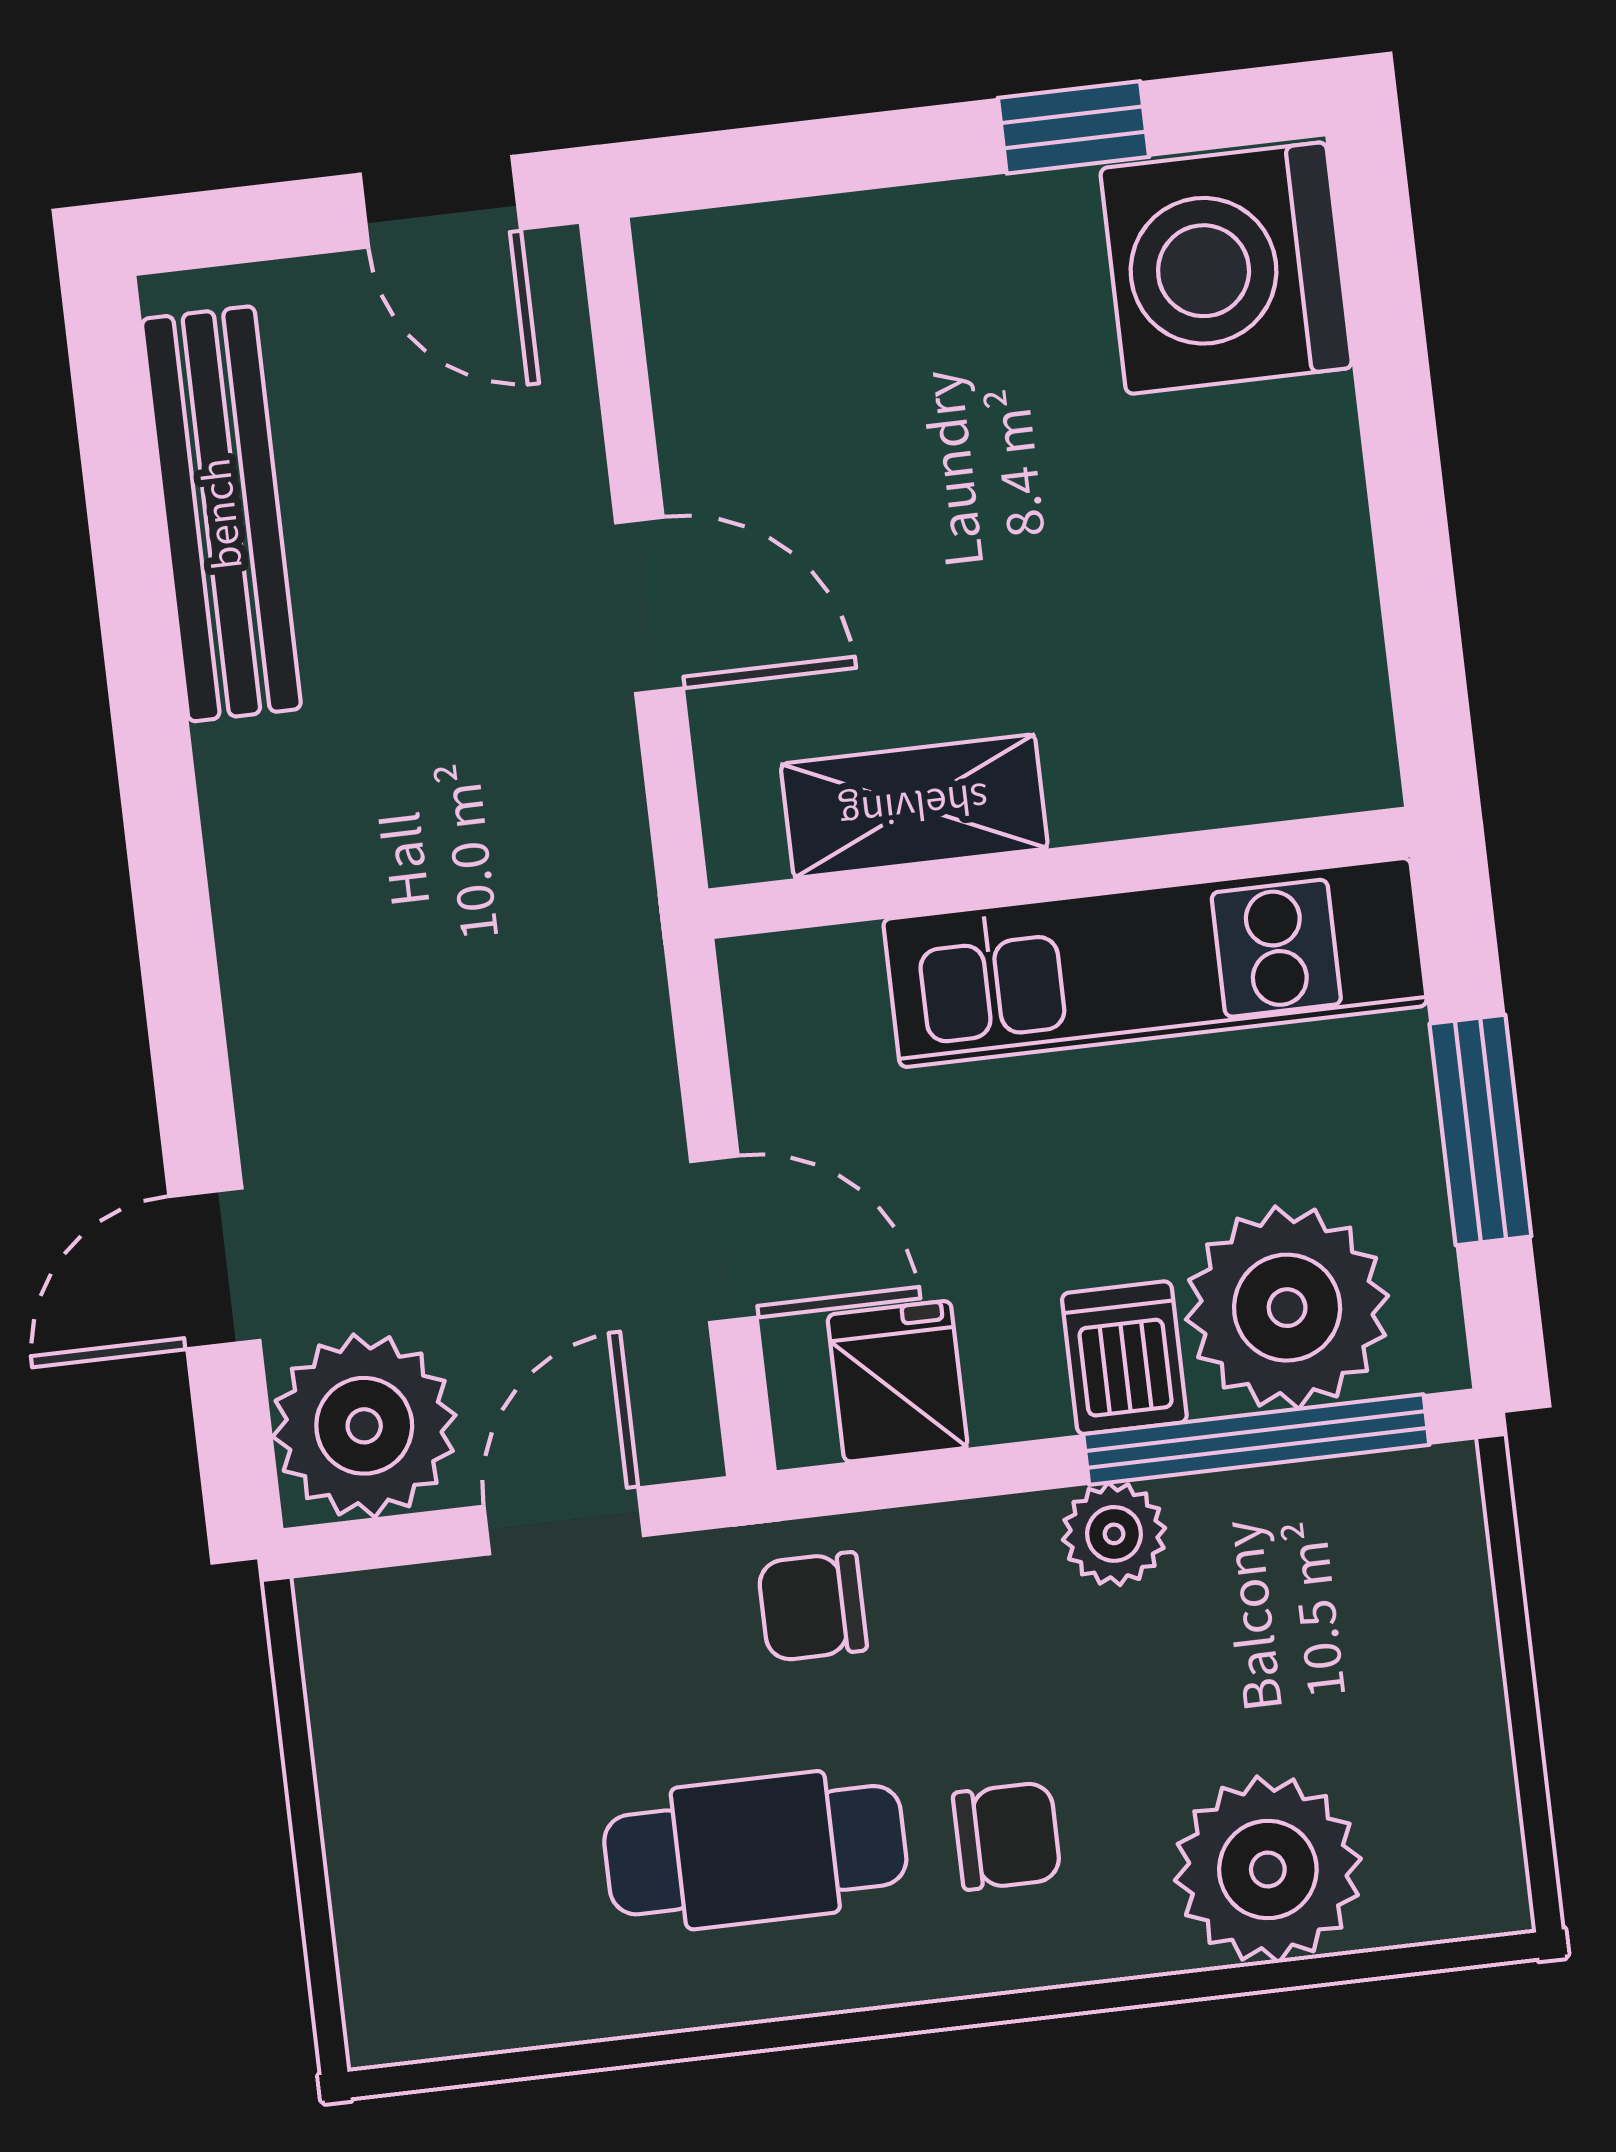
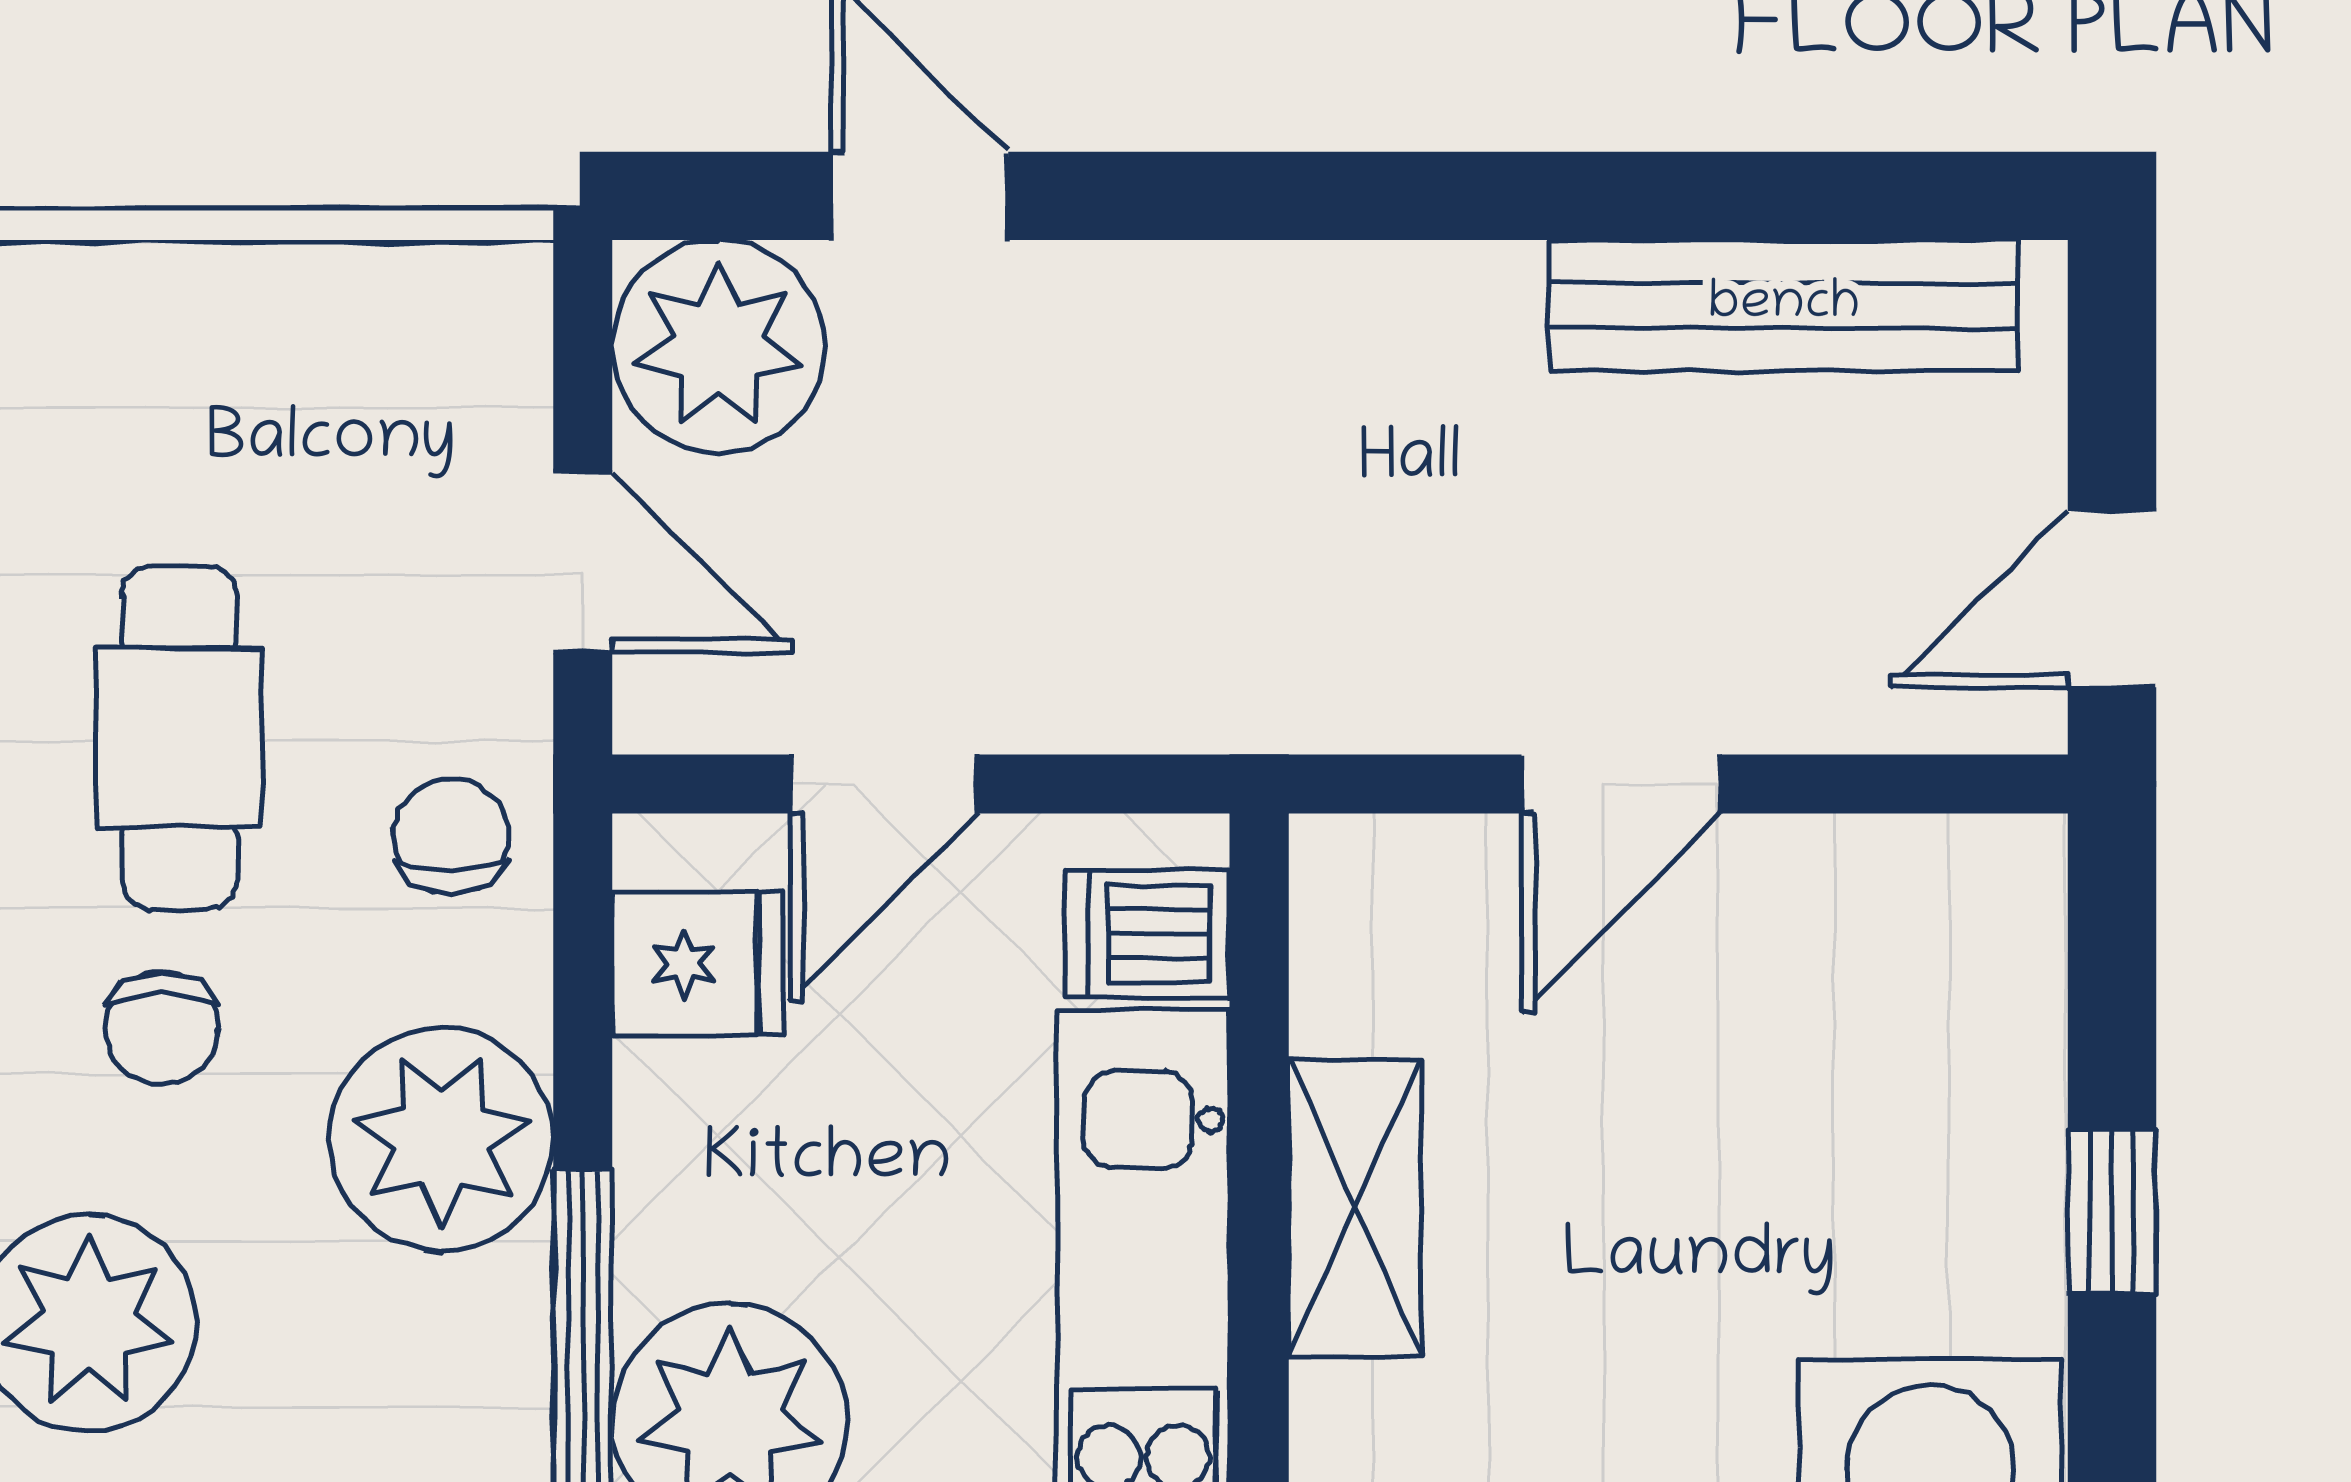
window: (1073, 127) -> (2112, 1211), moved
shelving: (914, 806) -> (1355, 1208), moved
dishwasher: (1124, 1358) -> (1148, 934), moved, turned 180
plant: (1114, 1534) -> (441, 1139), width x1.88, depth x1.88

